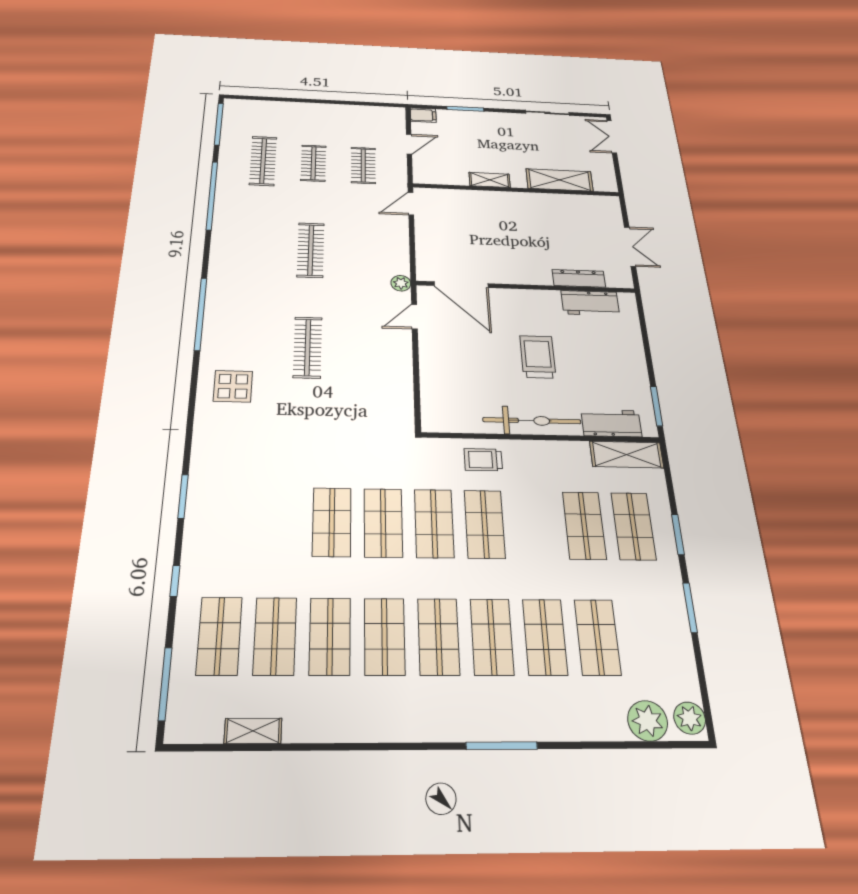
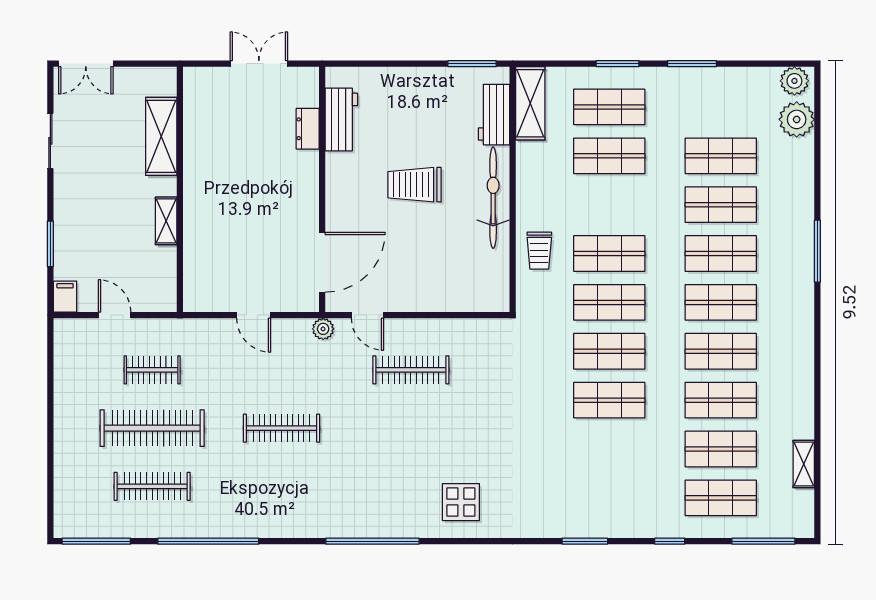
clothes rail: (313, 163) -> (152, 428), width x1.86, depth x1.31
door: (411, 204) -> (254, 315), moved
dresser: (579, 278) -> (308, 129), width x0.70
clothes rail: (308, 347) -> (411, 370), moved

